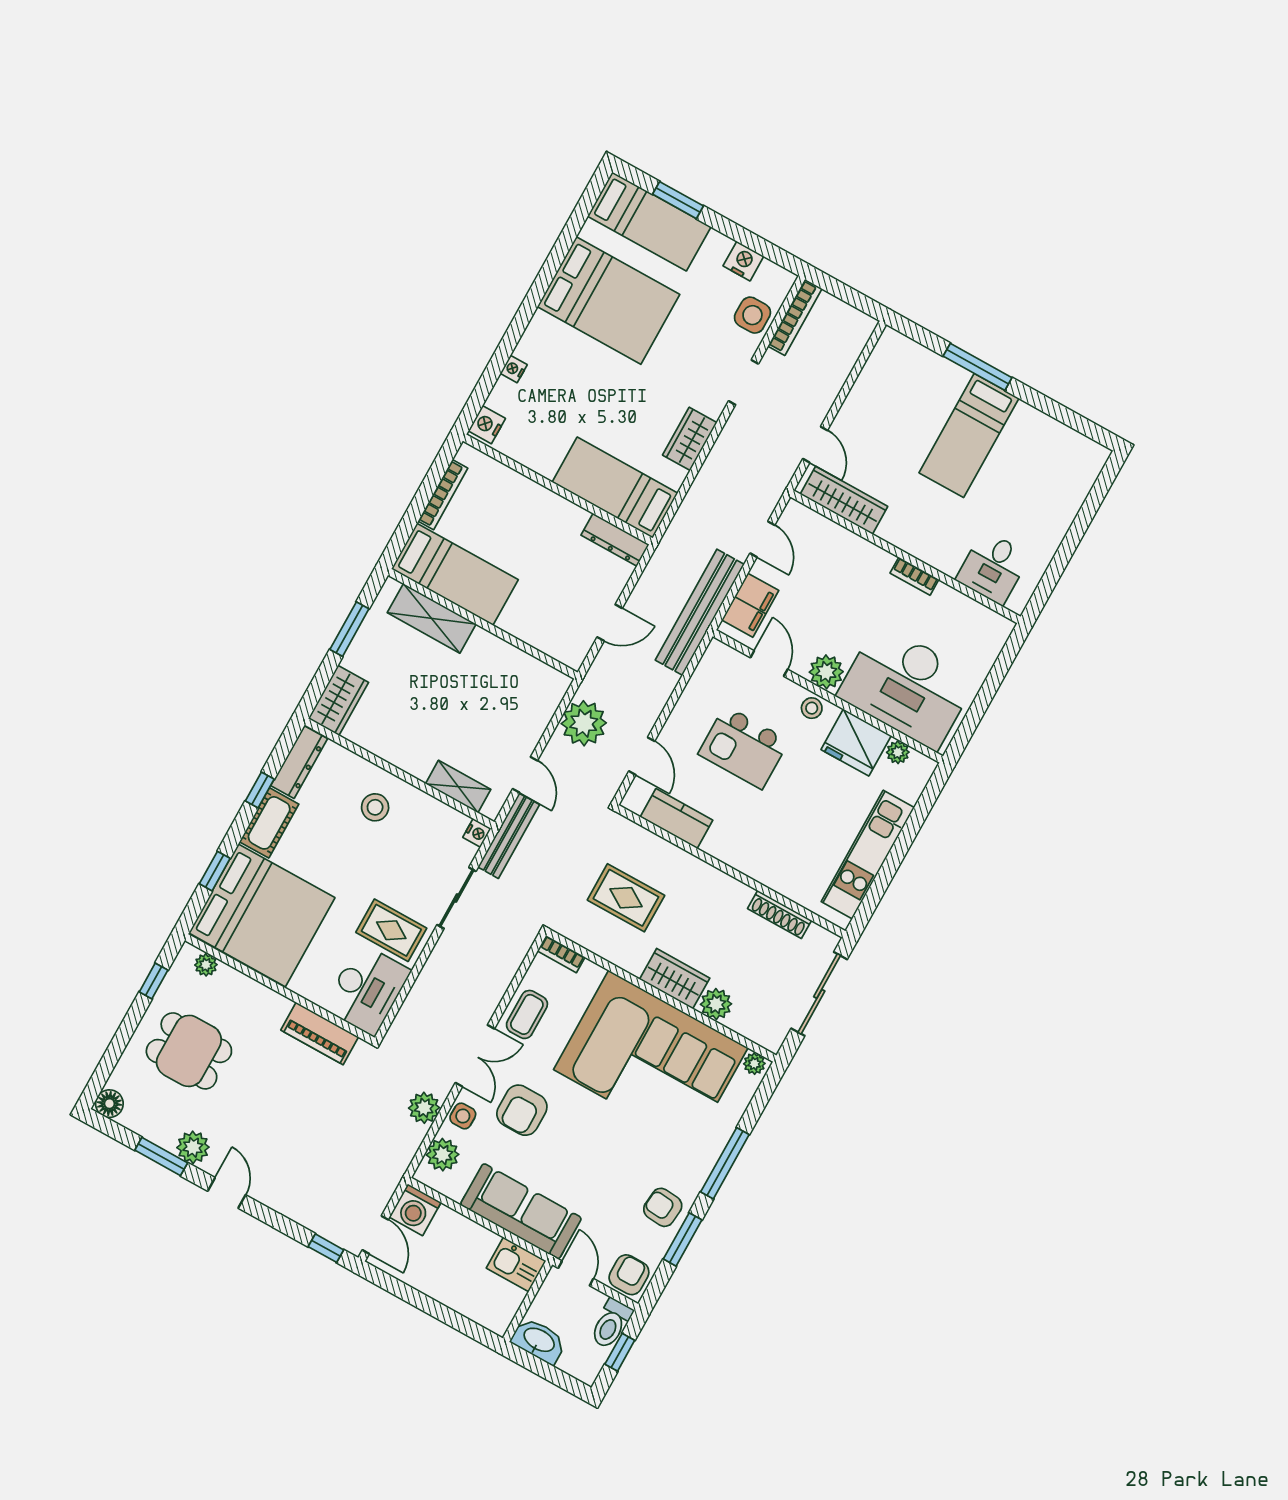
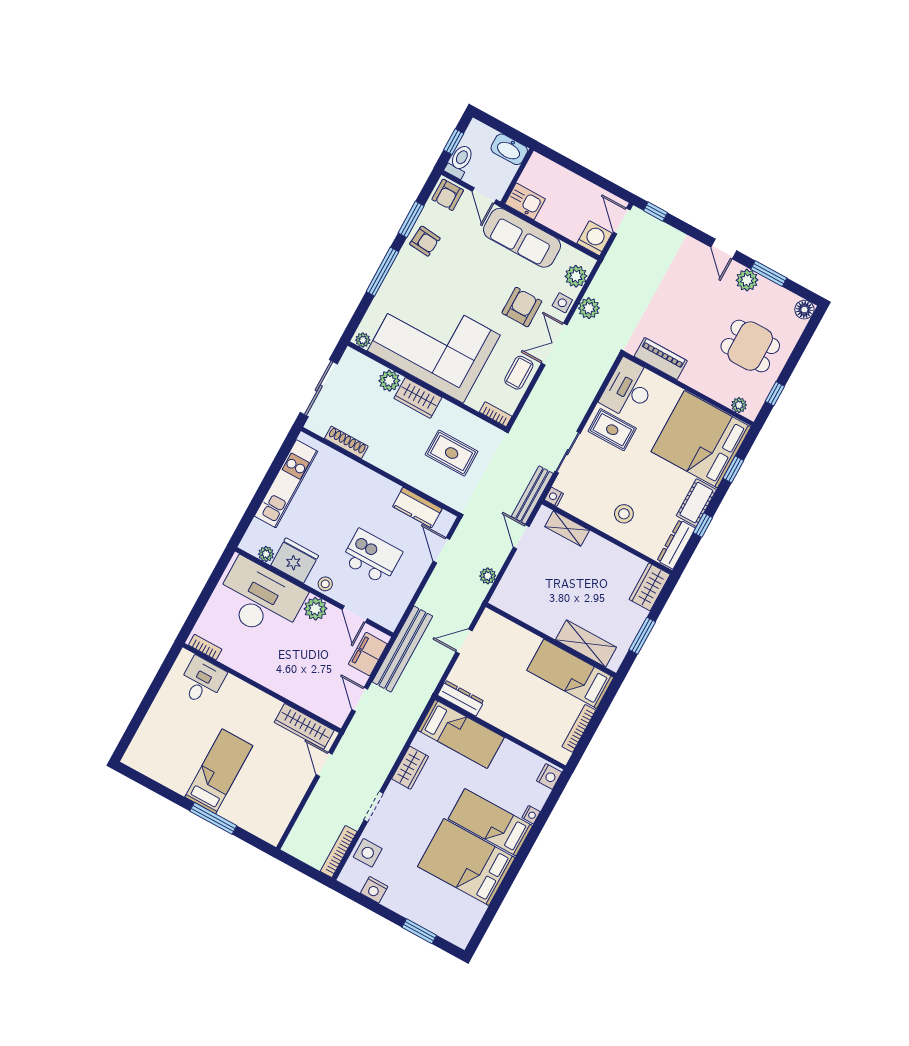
bed: (649, 222) -> (490, 822), moved
bookcase: (914, 576) -> (205, 647), moved
plant: (584, 723) -> (488, 576), width x0.53, depth x0.53

